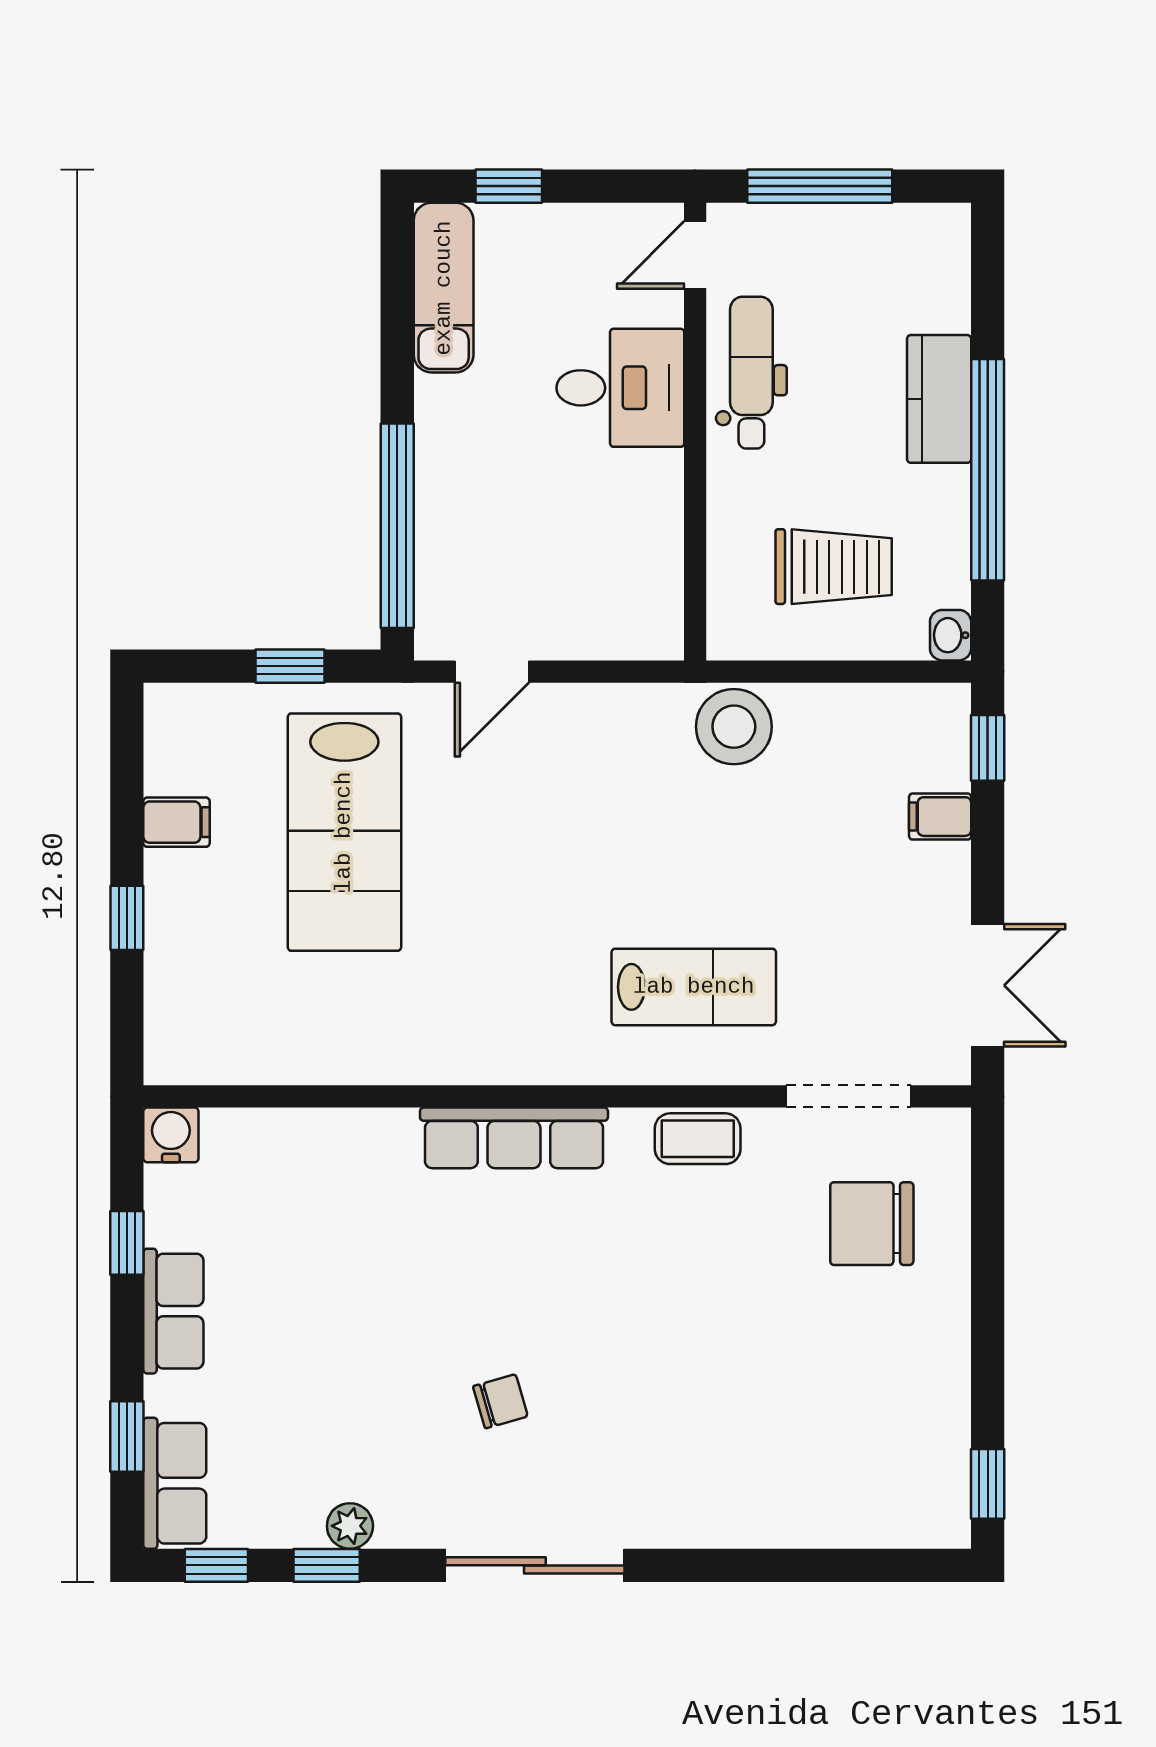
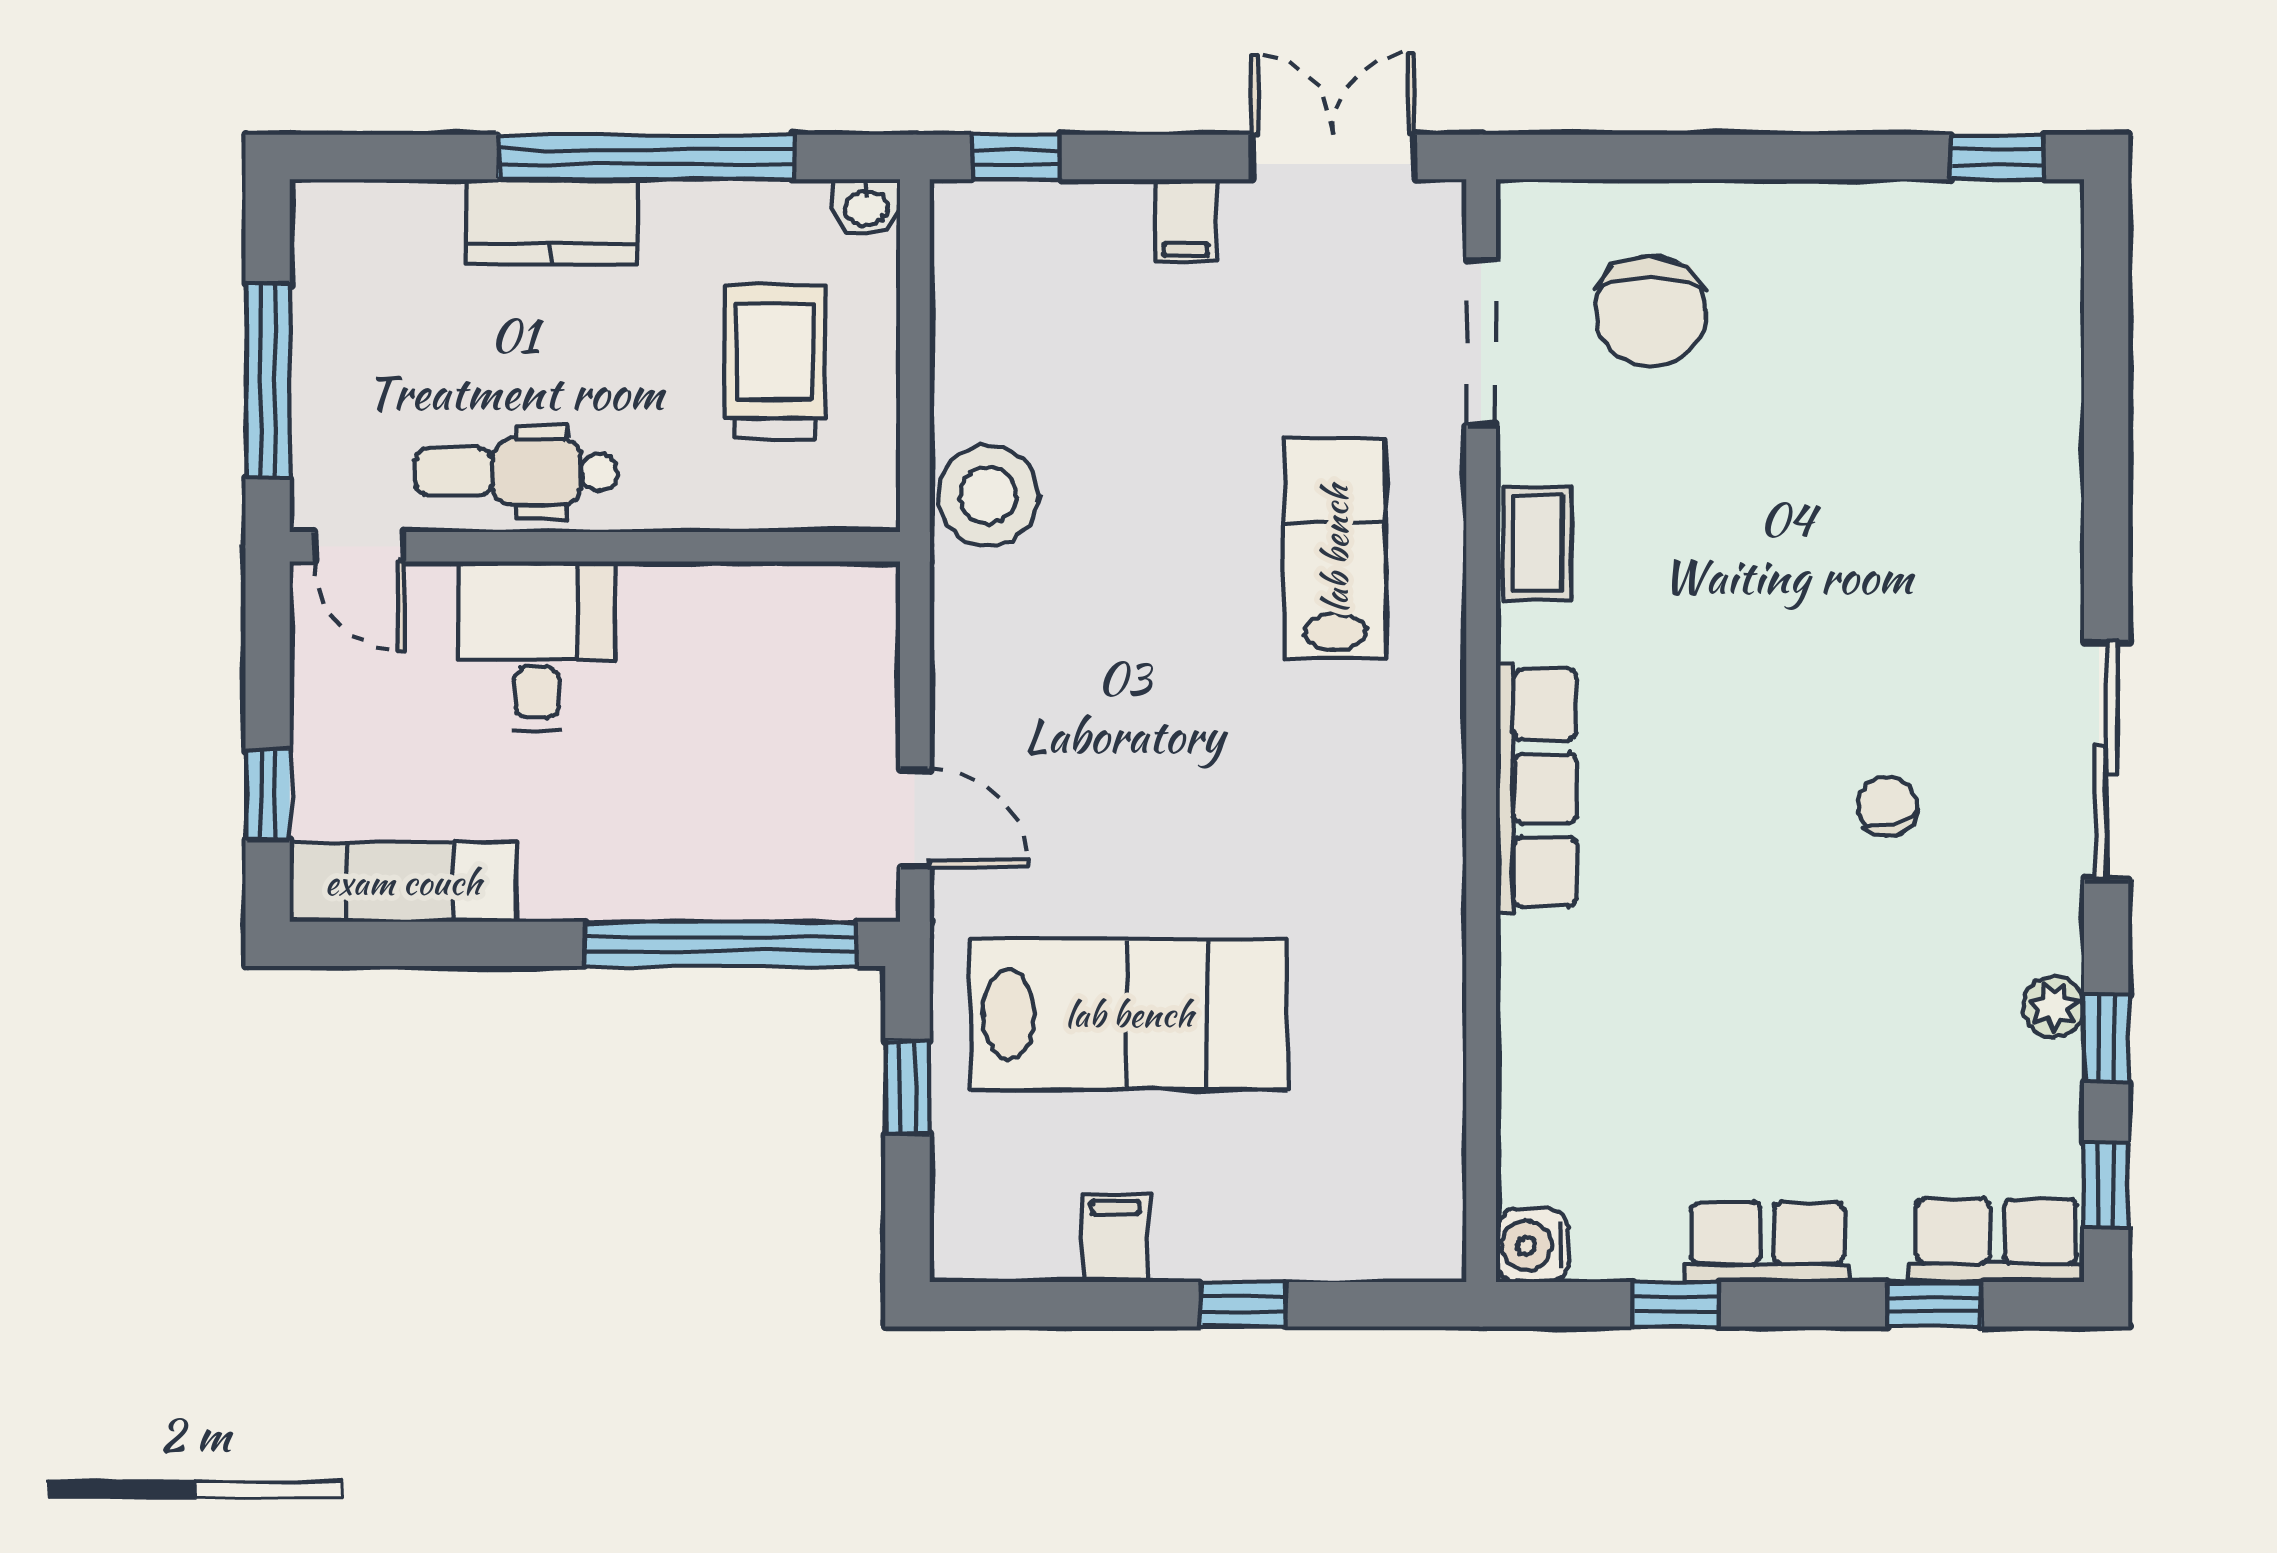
filing cabinet: (940, 817) -> (1186, 220), moved

